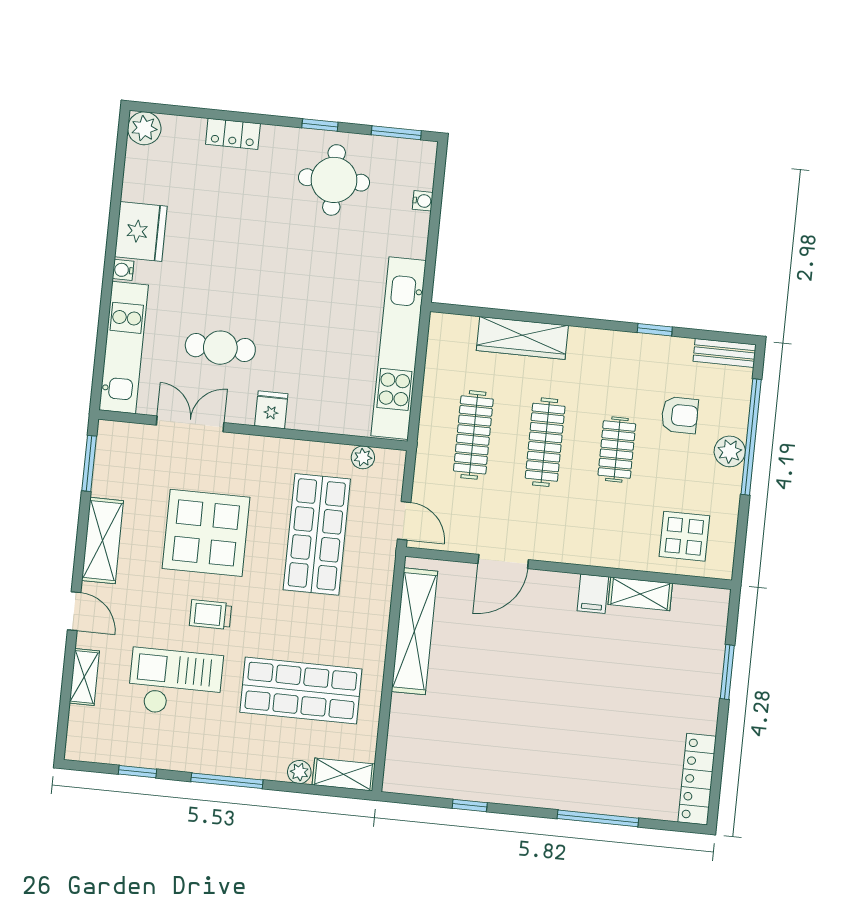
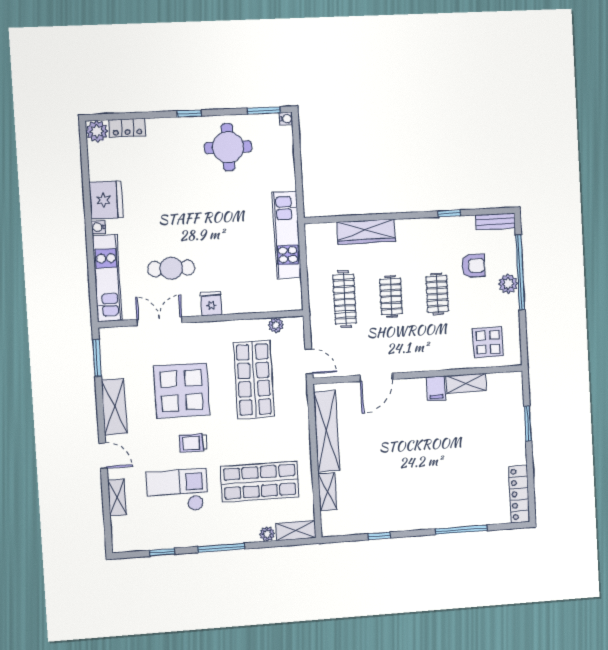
window: (320, 125) -> (189, 113), moved
locker: (233, 134) -> (127, 128), moved
water cooler: (423, 201) -> (286, 119), moved
kitchen unit: (399, 348) -> (287, 235), width x0.73
clothes rail: (545, 442) -> (391, 296), width x0.73
shelving: (401, 724) -> (327, 492), added

